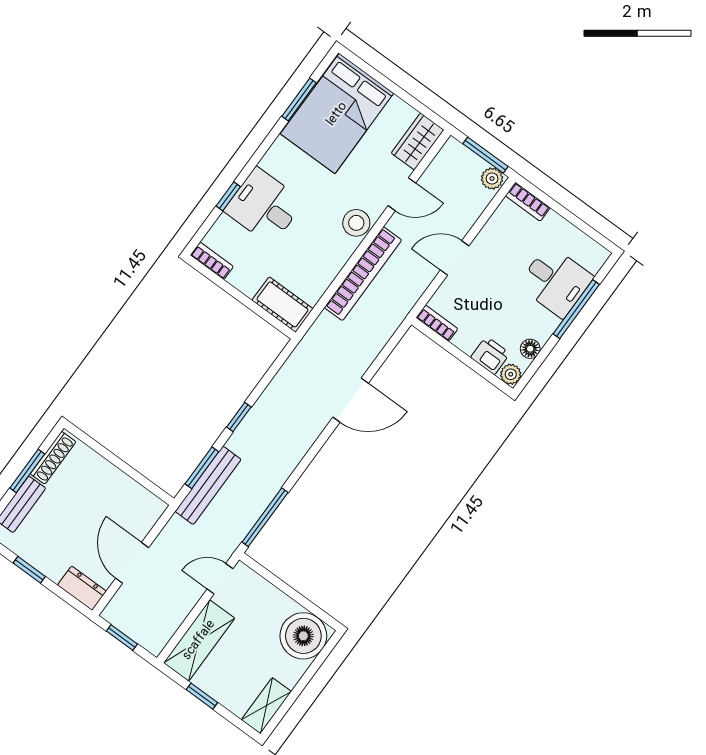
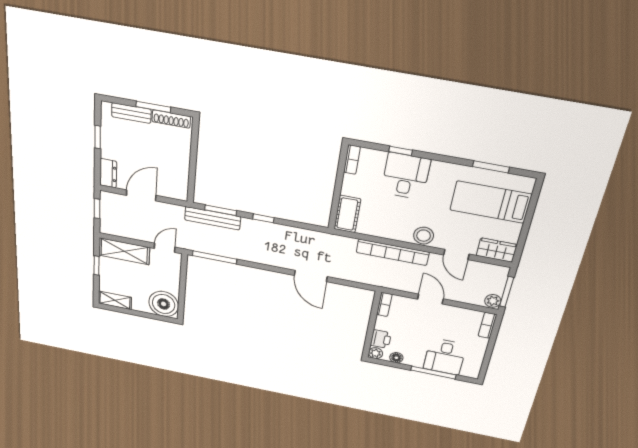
bed: (337, 114) -> (491, 202), width x0.67
door: (220, 579) -> (165, 248), hinge flipped

